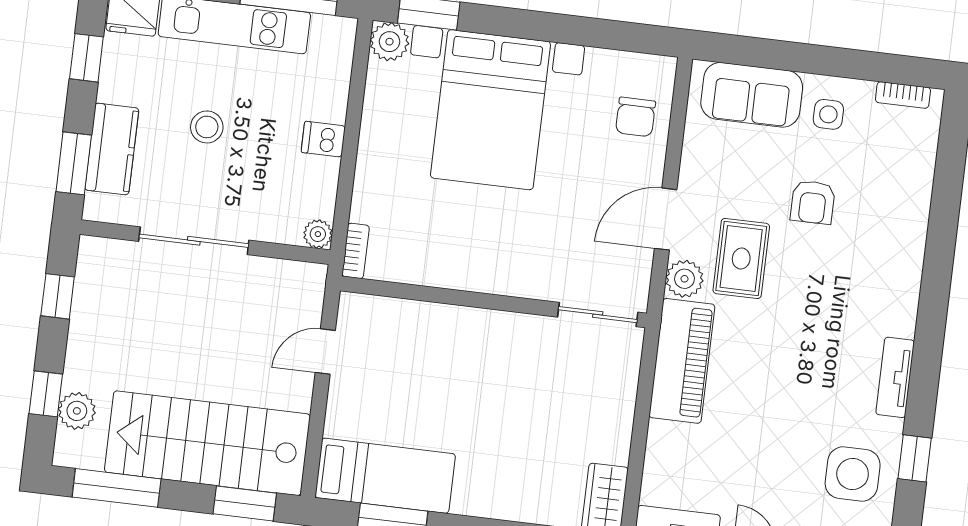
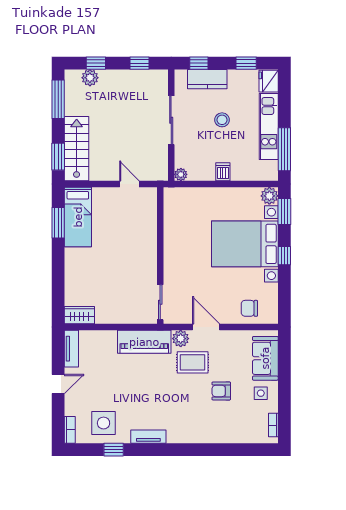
window: (527, 24) -> (284, 256), added
window: (74, 163) -> (199, 63), width x0.67
bookcase: (356, 251) -> (175, 192), removed
stairs: (207, 443) -> (77, 149), width x0.73, depth x0.66

